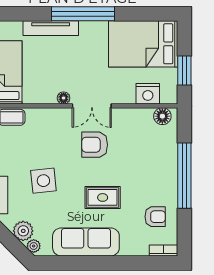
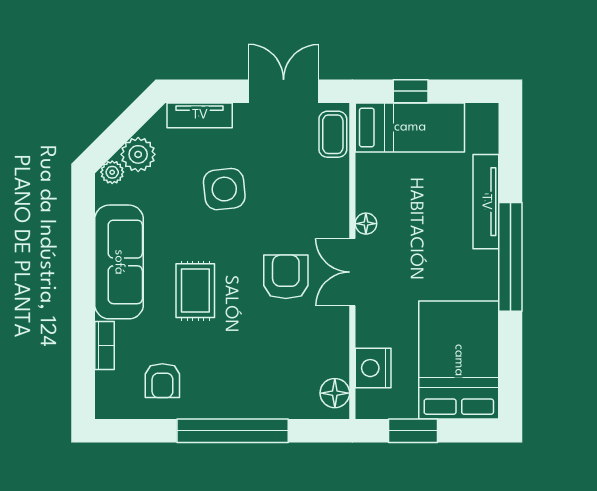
bookcase: (163, 250) -> (104, 345), moved

